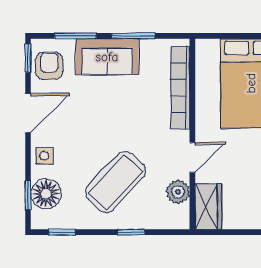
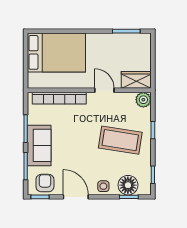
armchair: (49, 66) -> (45, 183), turned 90
coffee table: (115, 182) -> (120, 140), turned -34
plant: (178, 192) -> (143, 100), moved

